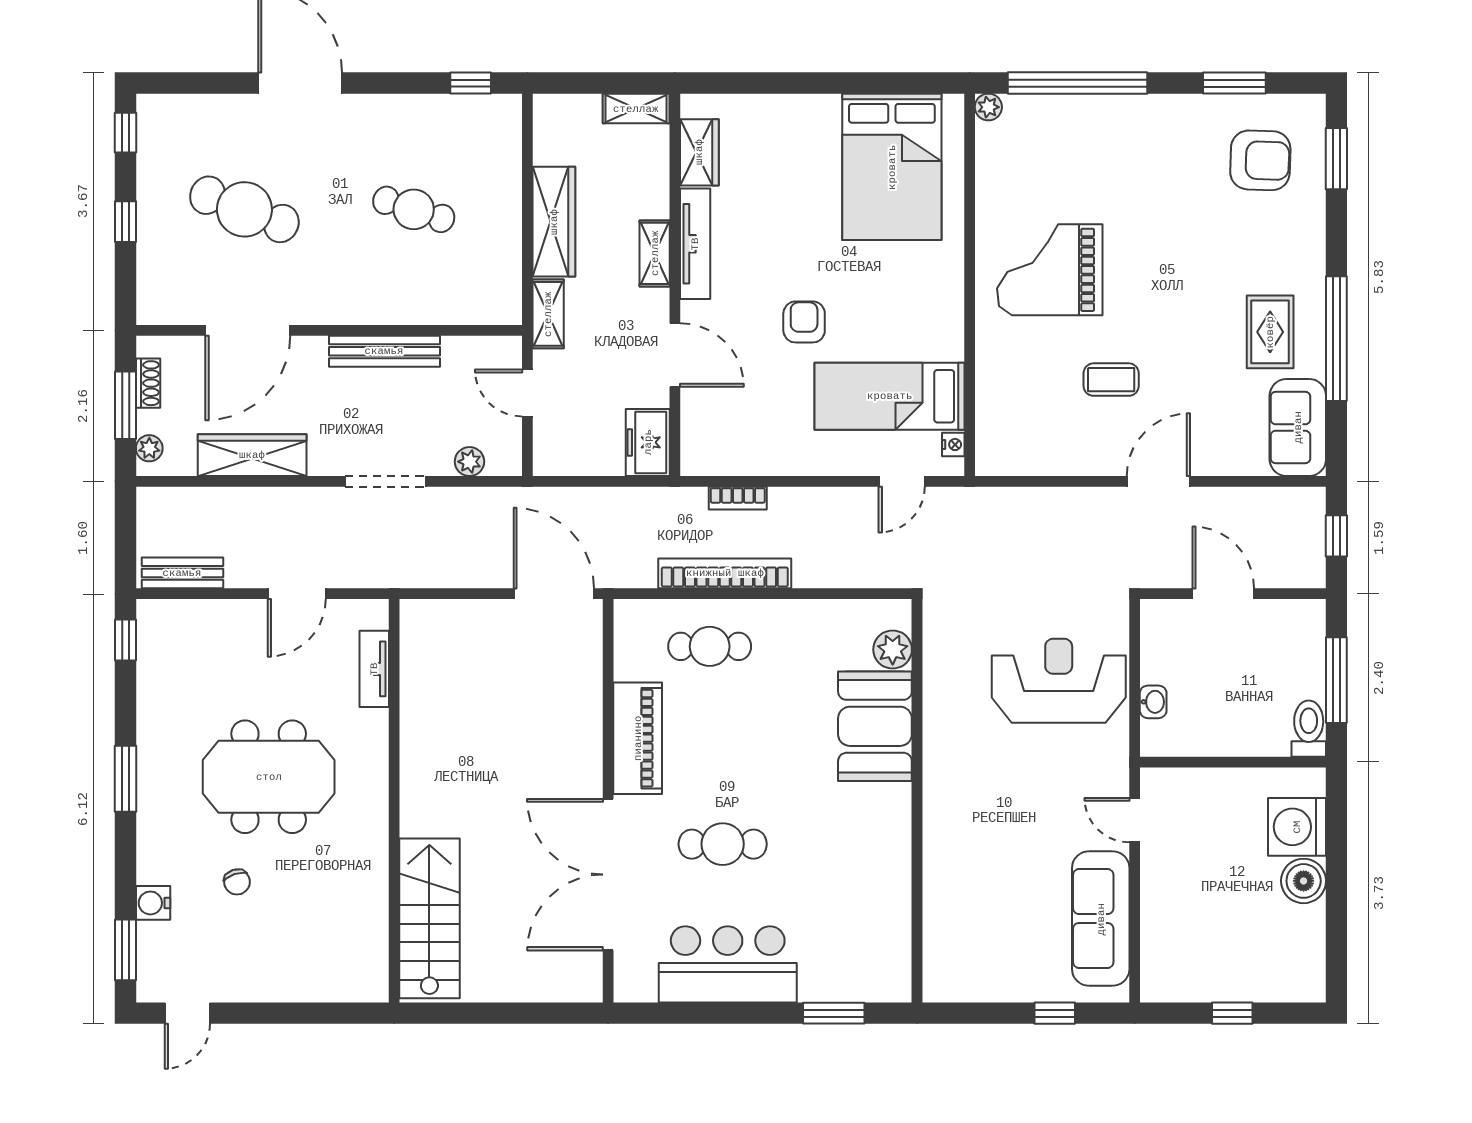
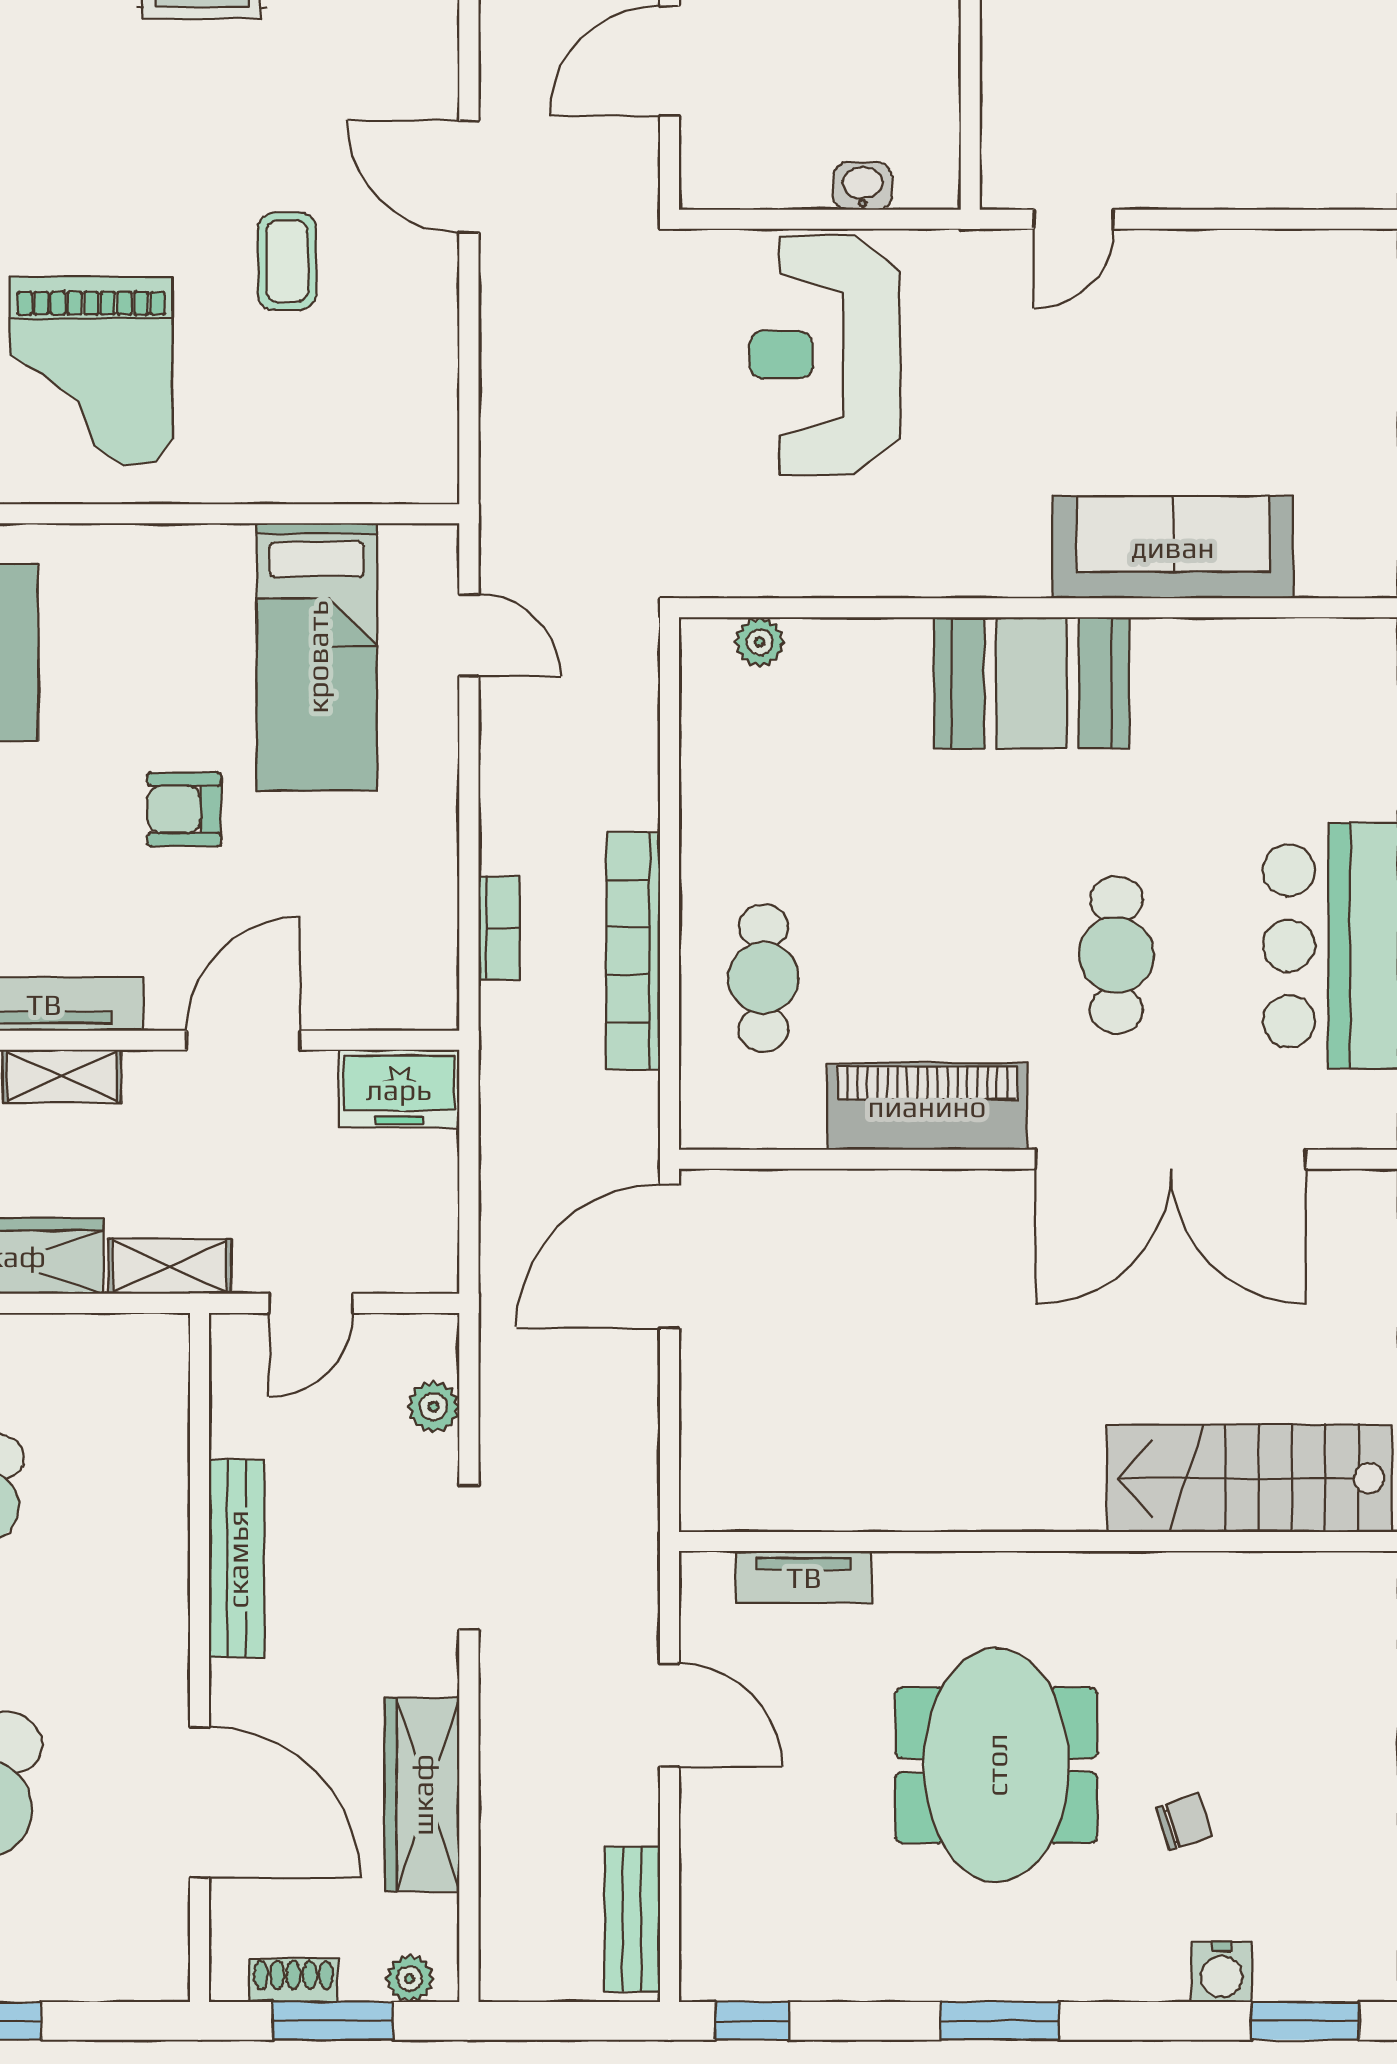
nightstand: (953, 445) -> (403, 543), removed
plant: (893, 650) -> (760, 642), width x0.73, depth x0.73
booth: (875, 726) -> (1031, 683), moved
sofa: (1101, 919) -> (1173, 547), moved, turned 180

